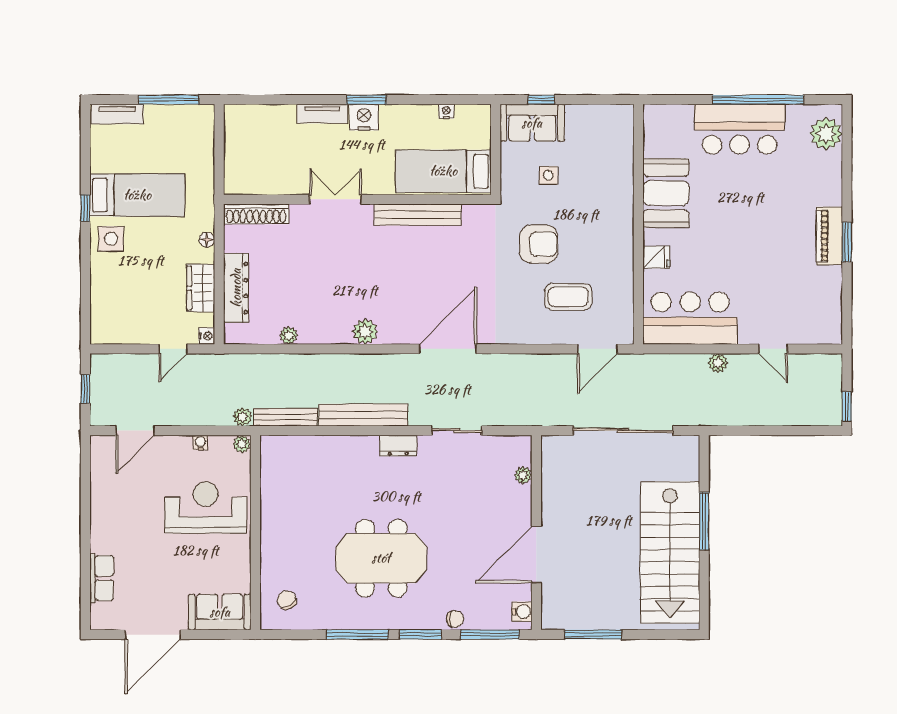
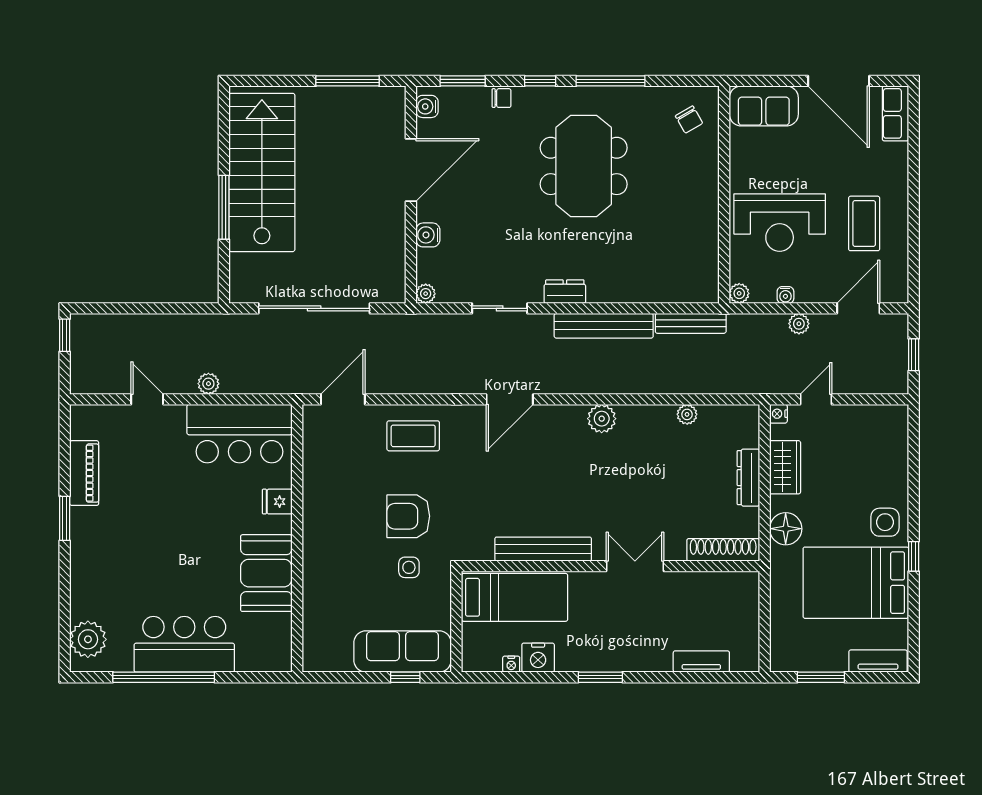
window: (169, 100) -> (821, 677), width x0.69
tv unit: (322, 114) -> (701, 662), moved
nightstand: (364, 117) -> (538, 658), moved
sofa: (532, 123) -> (403, 652), width x1.36
side table: (548, 175) -> (409, 567), moved
bed: (137, 195) -> (856, 583), width x1.50
double door: (335, 199) -> (635, 566), swing flipped
piano: (829, 236) -> (84, 473), moved
floor lamp: (207, 240) -> (786, 529), width x1.89, depth x1.89
dresser: (236, 288) -> (748, 478), width x0.73, depth x0.80
coffee table: (568, 297) -> (413, 436), moved
door: (448, 349) -> (510, 399), width x0.73
plant: (243, 417) -> (799, 324), moved
plant: (523, 475) -> (426, 294), moved
water cooler: (521, 496) -> (428, 235), added
coffee table: (130, 507) -> (864, 223), added
meeting table: (381, 558) -> (584, 166), turned 90
row of seats: (102, 578) -> (895, 113), moved
chair: (455, 619) -> (502, 98), turned 180
door: (153, 635) -> (839, 81), swing flipped
window: (420, 635) -> (540, 81), width x0.67
window: (490, 635) -> (463, 81), width x0.69

